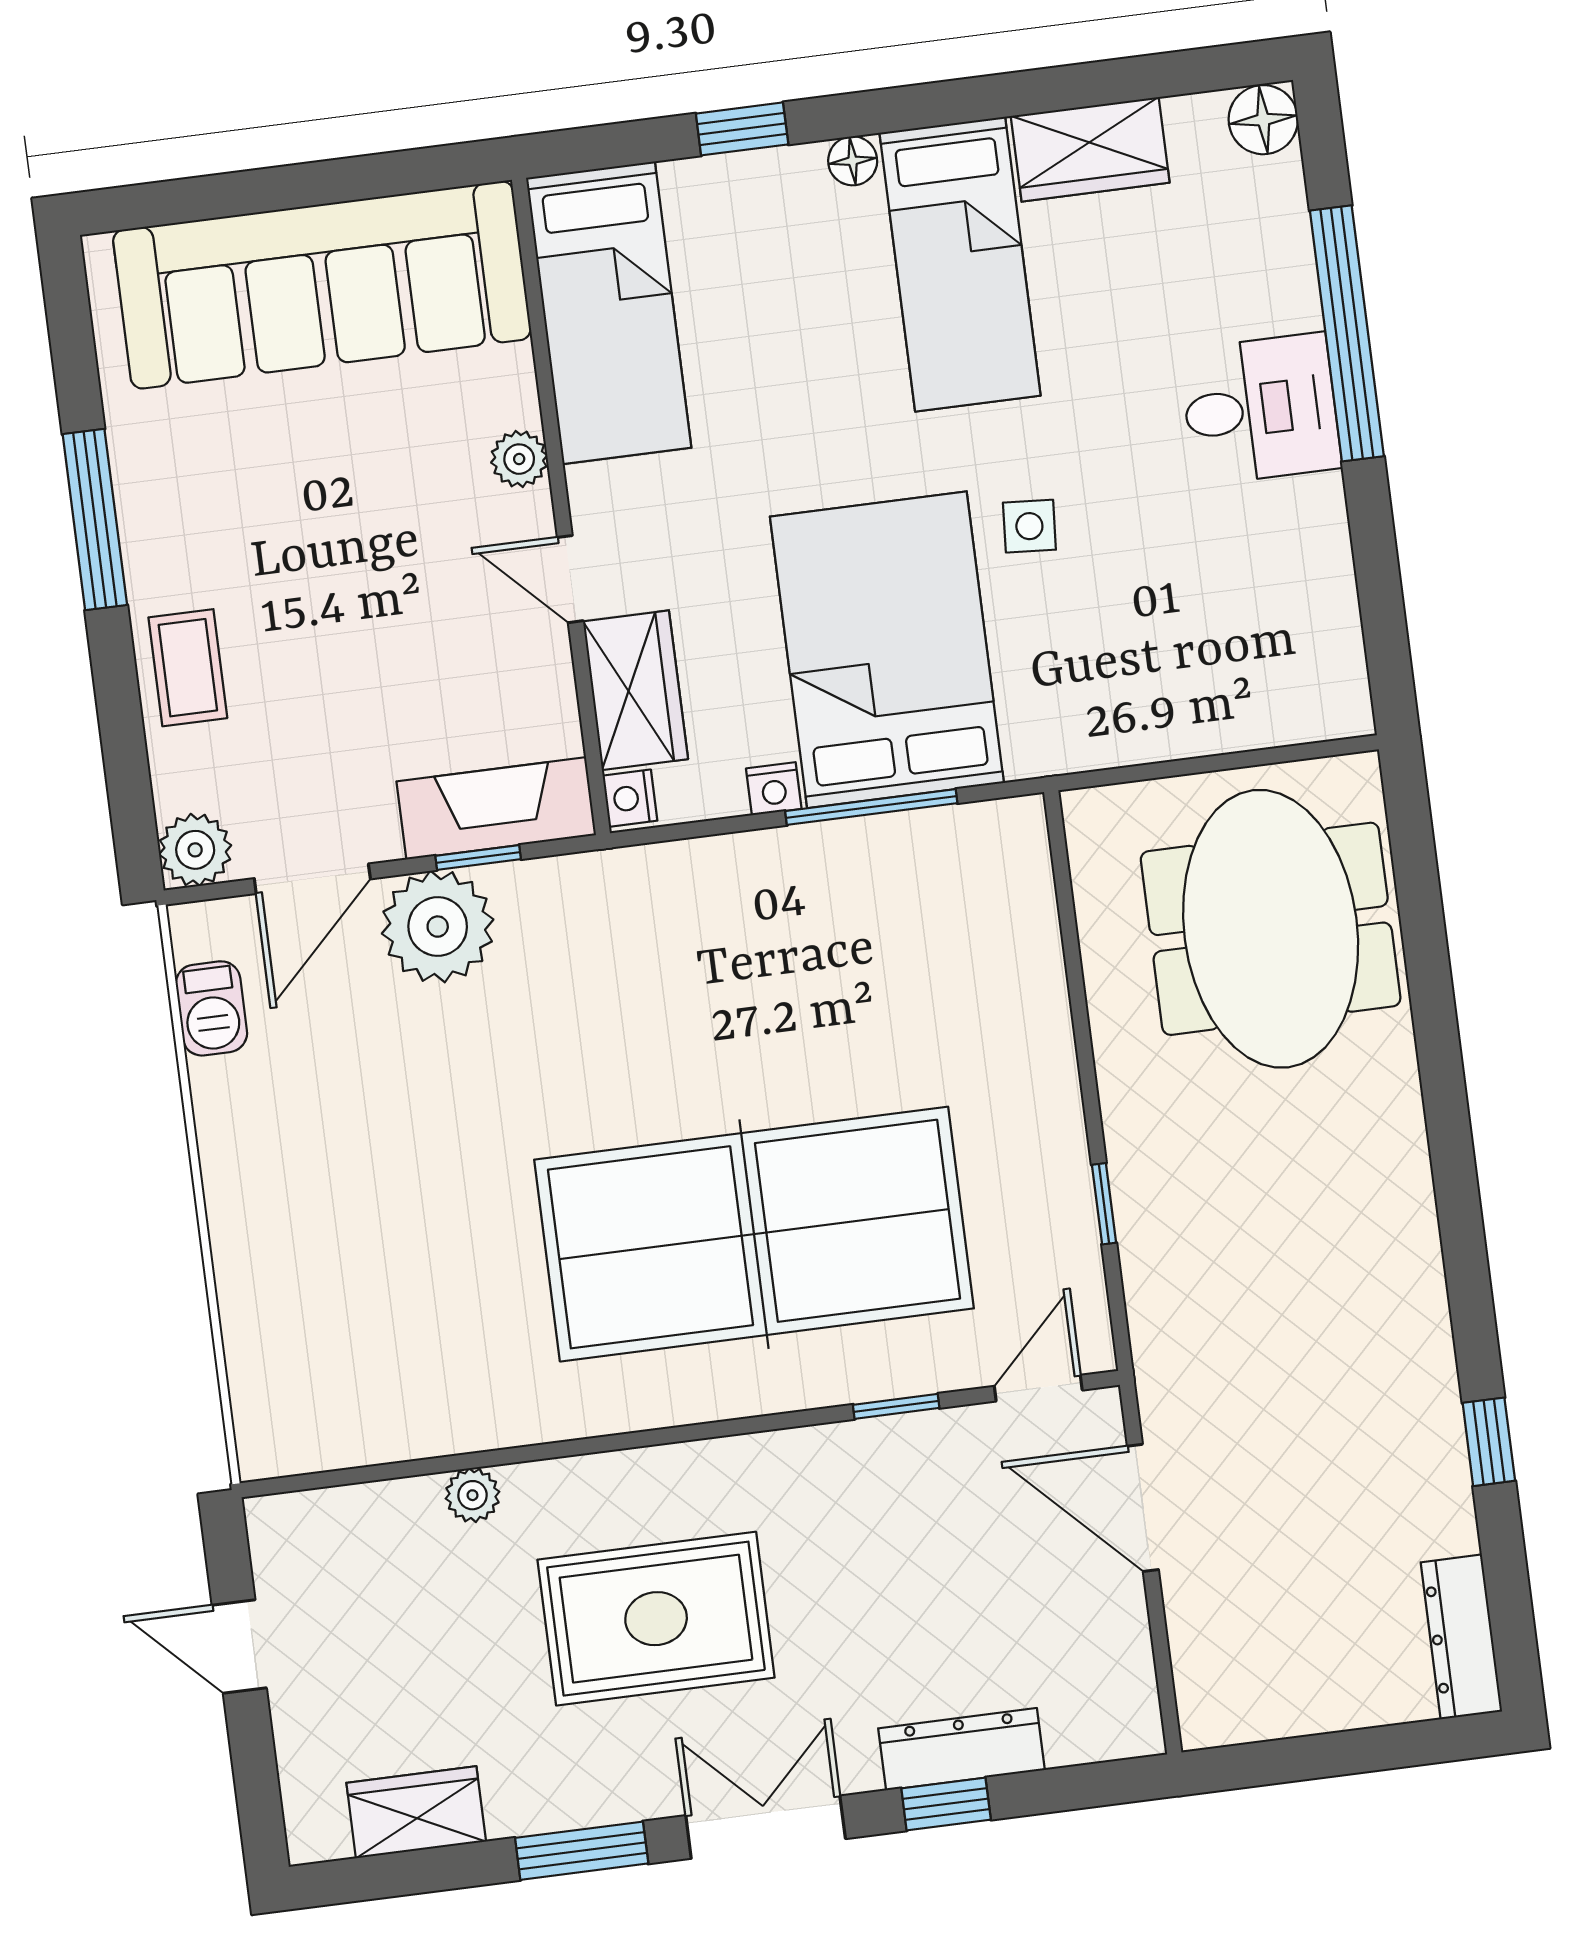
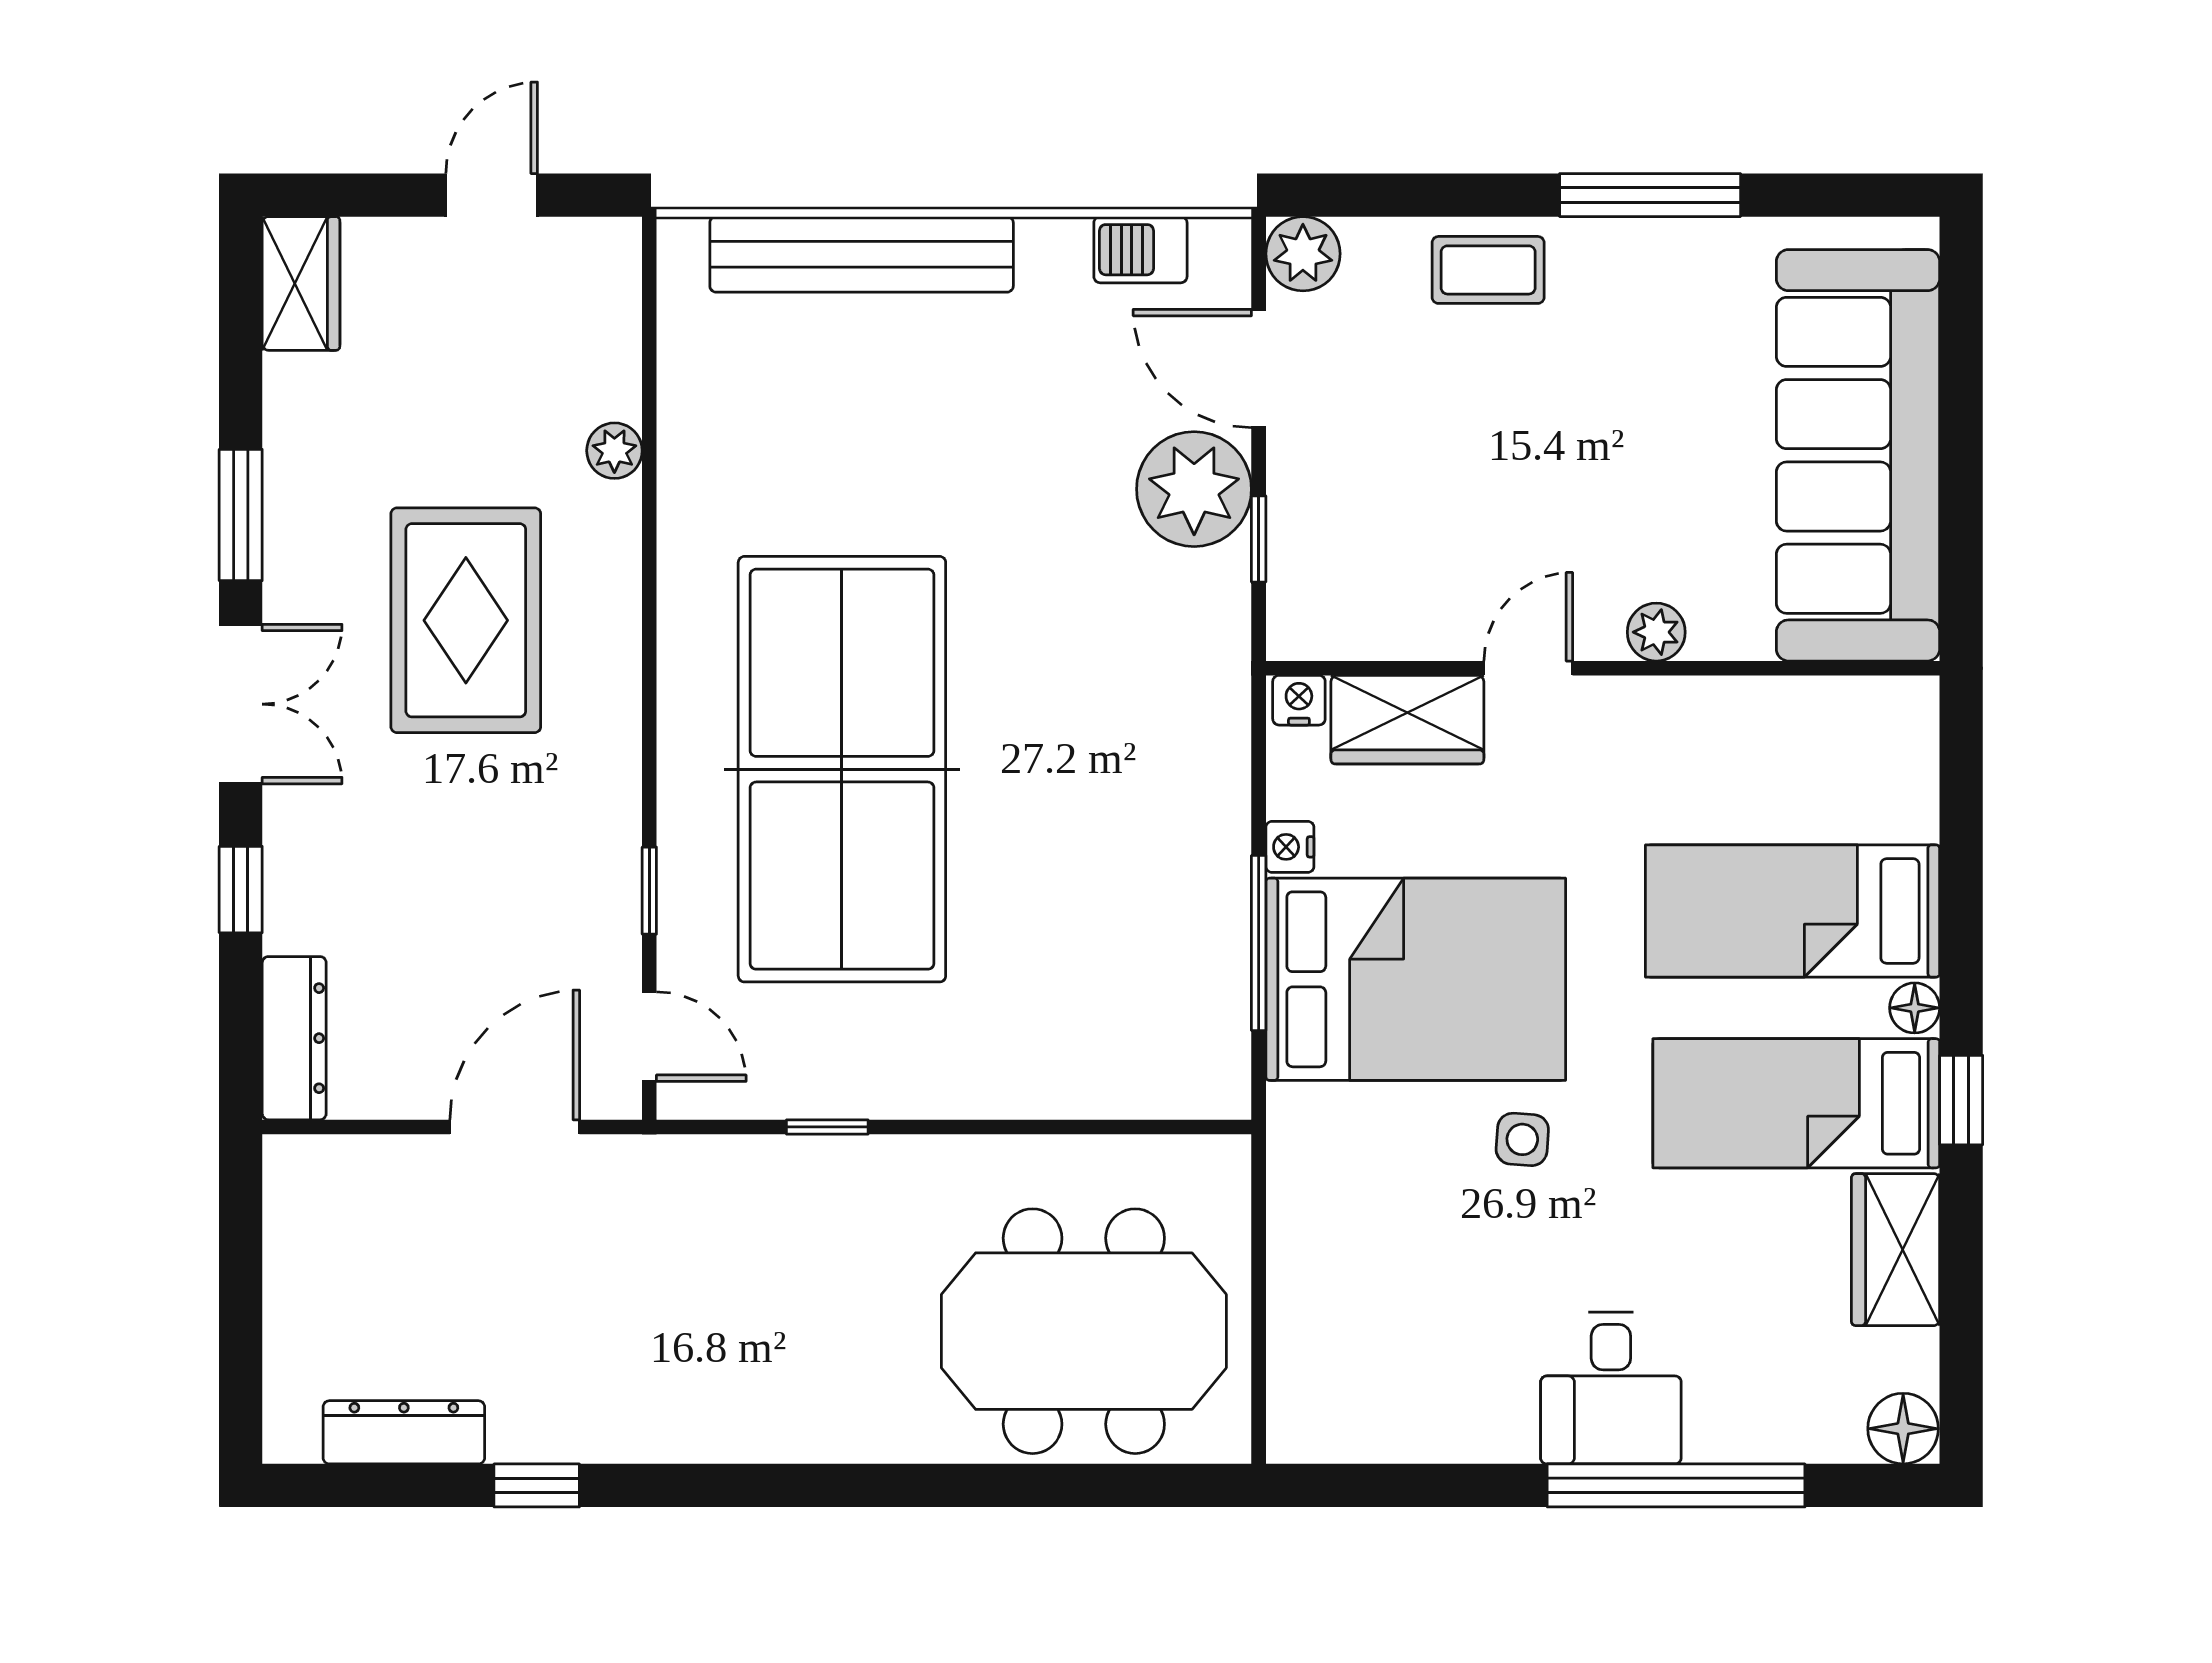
window: (742, 129) -> (1961, 1100), moved
bed: (609, 313) -> (1793, 911), moved
fireplace: (496, 808) -> (1306, 564), removed
bench: (251, 1279) -> (862, 254), added
dresser: (1461, 1637) -> (404, 1432), moved
dresser: (961, 1749) -> (294, 1038), moved
wardrobe: (416, 1812) -> (301, 283), moved

